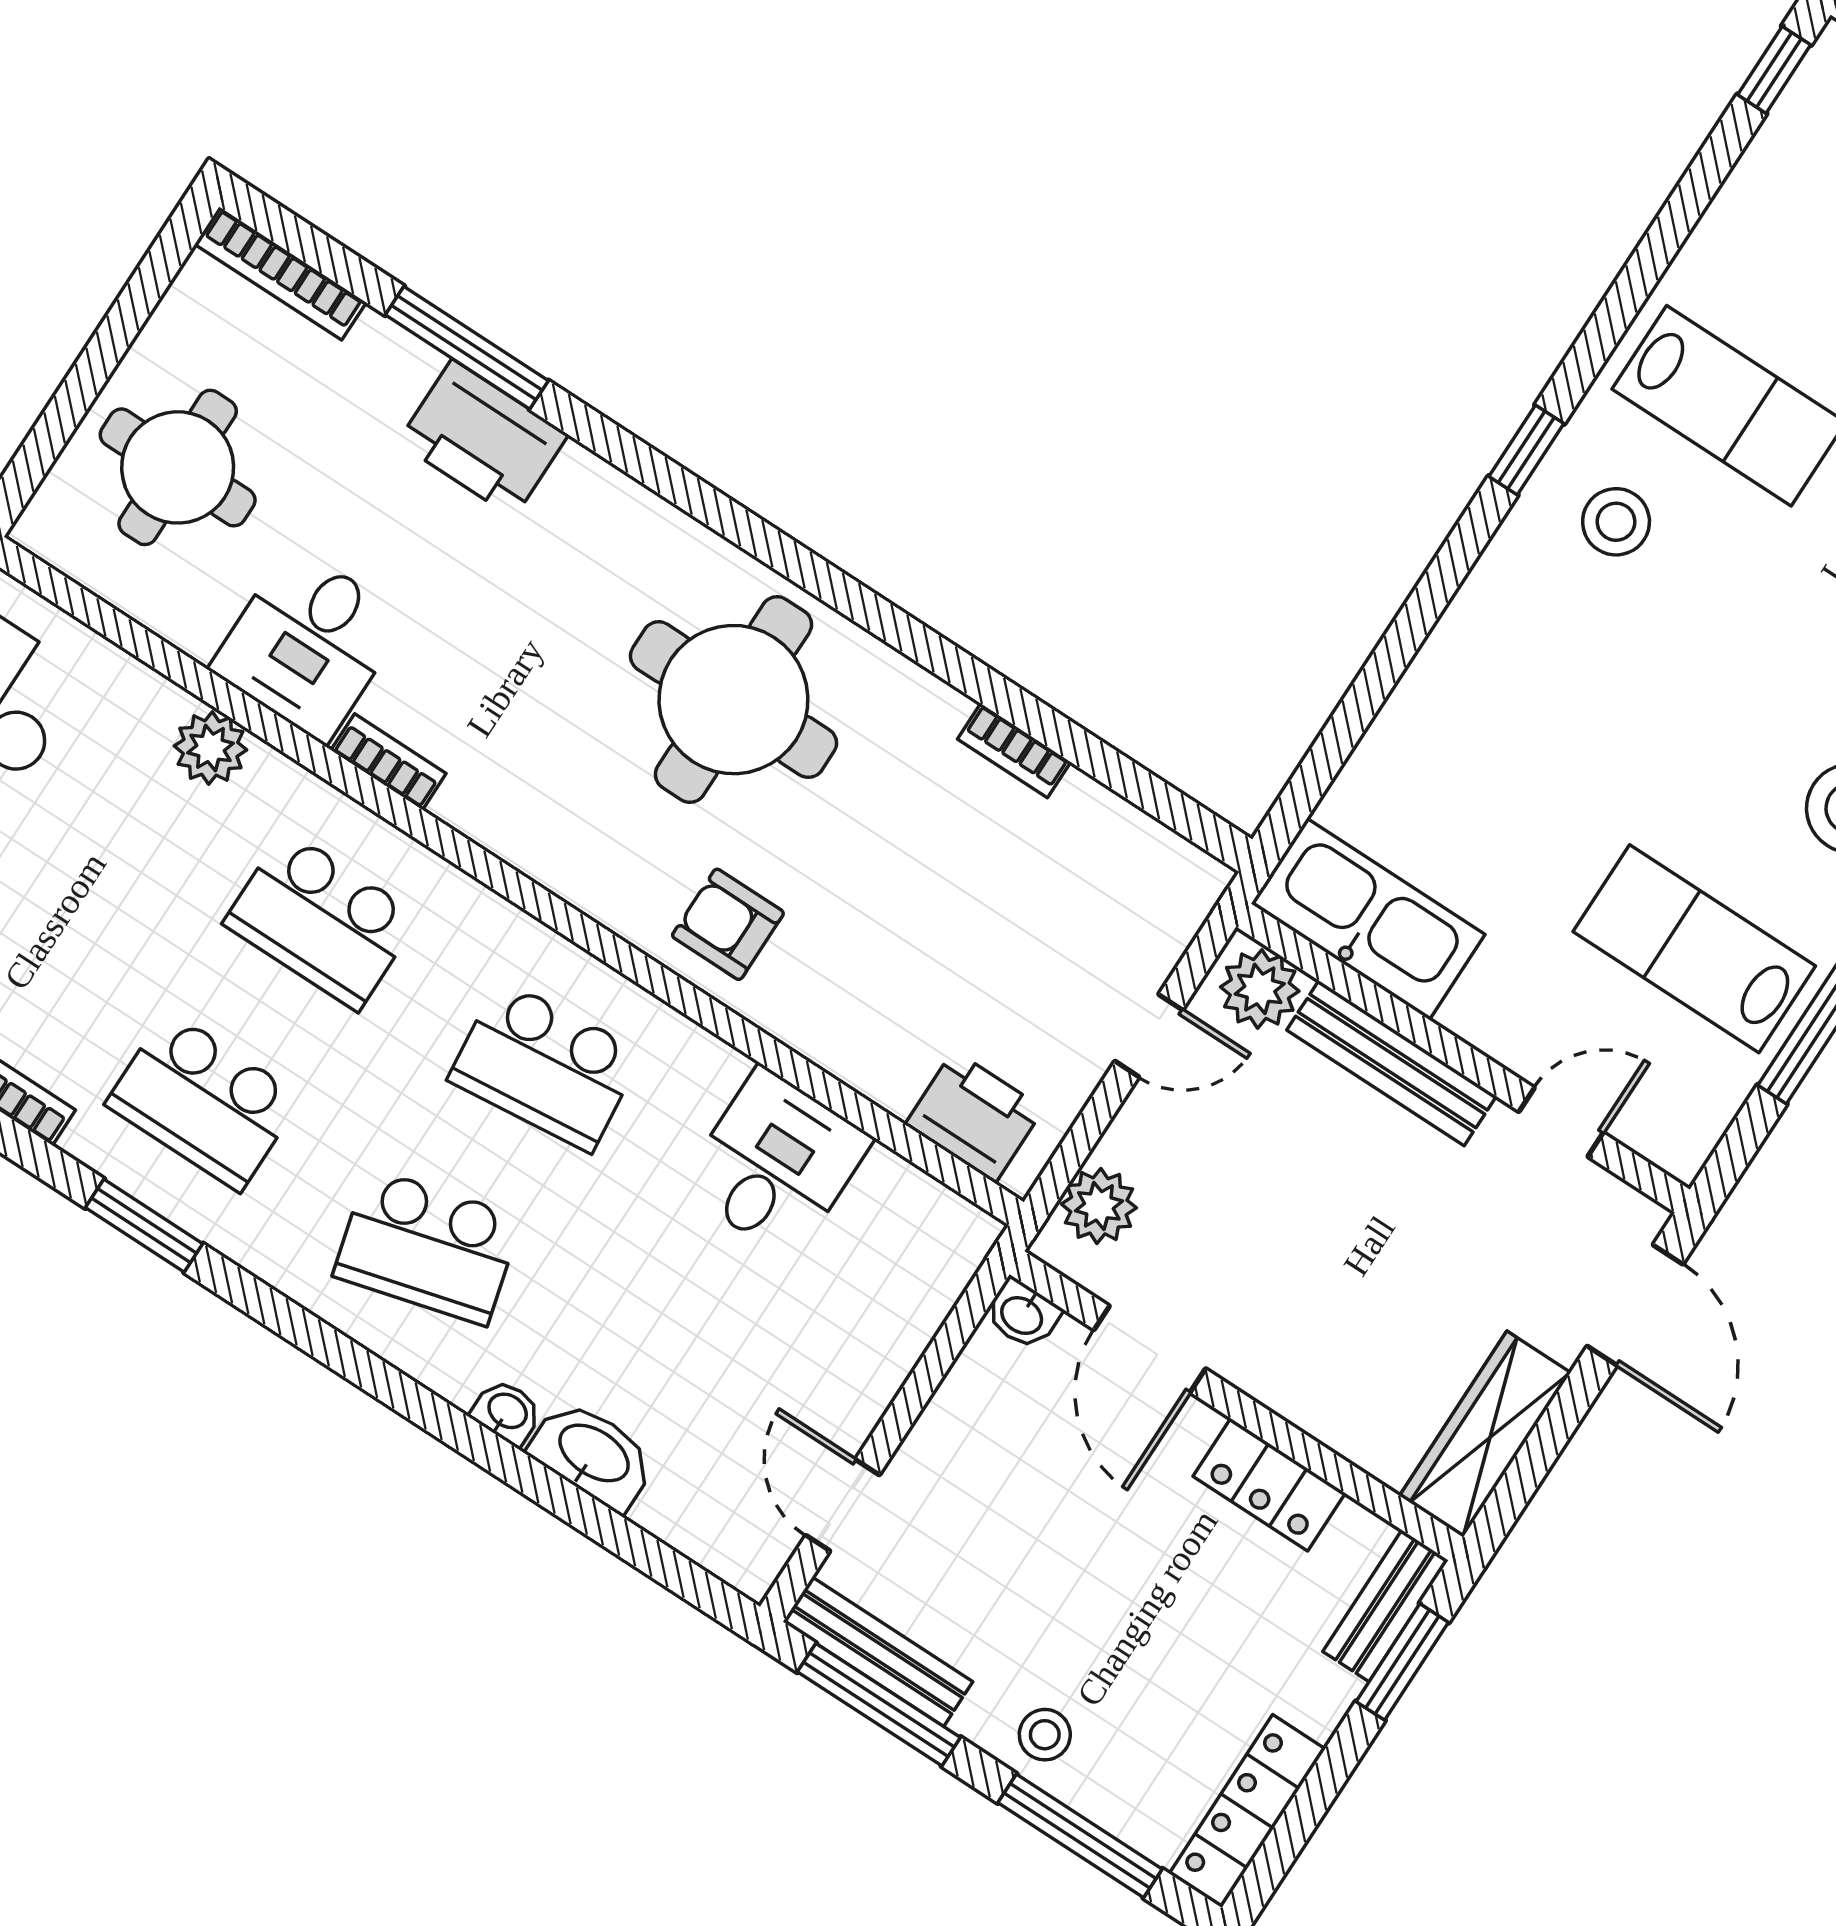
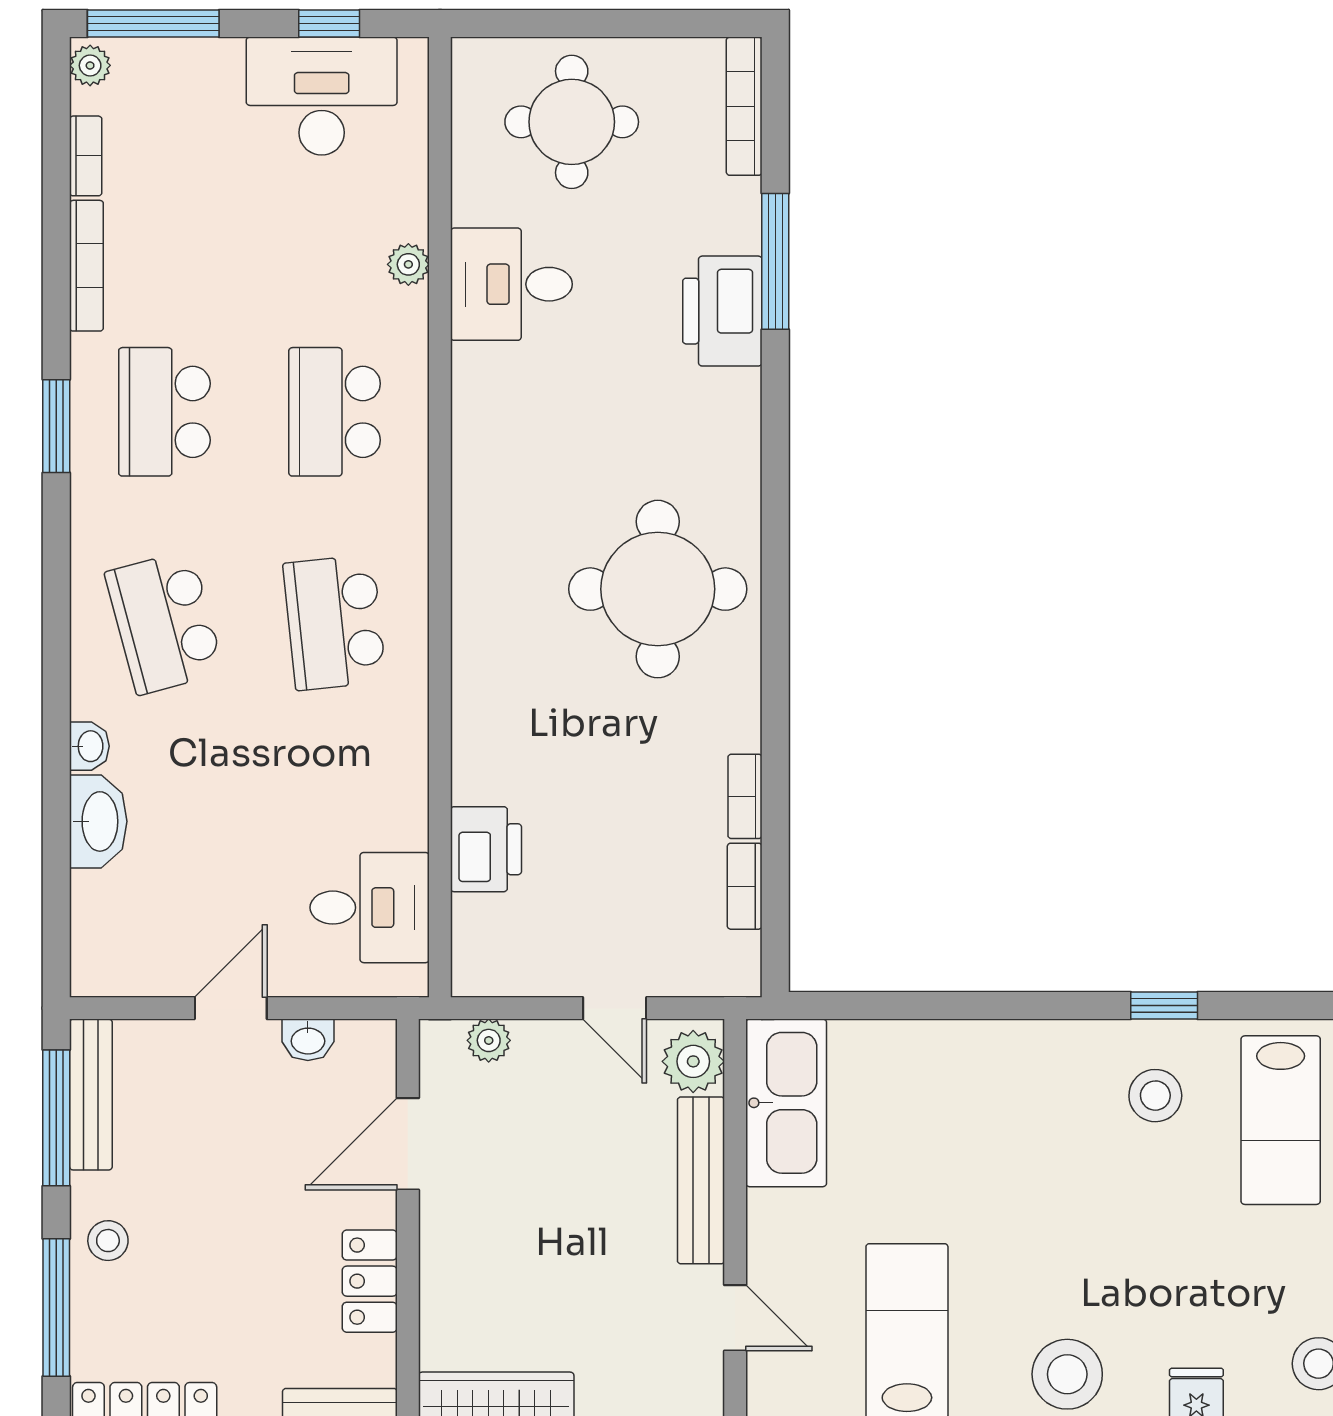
plant: (210, 748) -> (408, 264), width x0.73, depth x0.73
bookcase: (388, 762) -> (745, 886), moved, turned 180
armchair: (728, 924) -> (507, 682), removed
printer: (974, 1117) -> (486, 849), moved
desk: (776, 1163) -> (370, 908), moved
plant: (1099, 1206) -> (489, 1040), width x0.73, depth x0.73
washbasin: (1022, 1314) -> (308, 1040), moved, turned -90
door: (843, 1505) -> (231, 1008), moved

